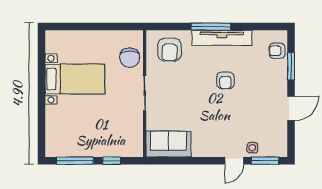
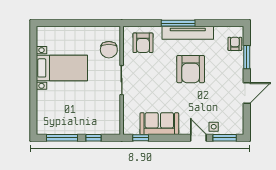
armchair: (277, 51) -> (235, 44), turned 90
armchair: (225, 80) -> (191, 69), width x1.88, depth x1.88
sofa: (168, 144) -> (159, 124), moved
window: (167, 161) -> (141, 138), added
door: (234, 161) -> (198, 138), swing flipped

